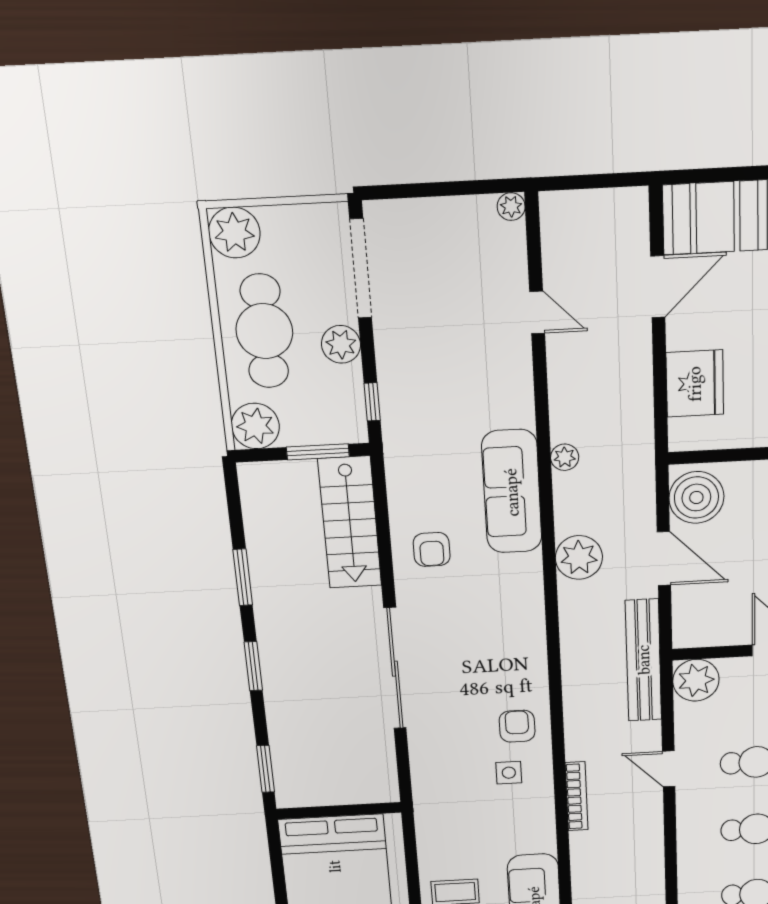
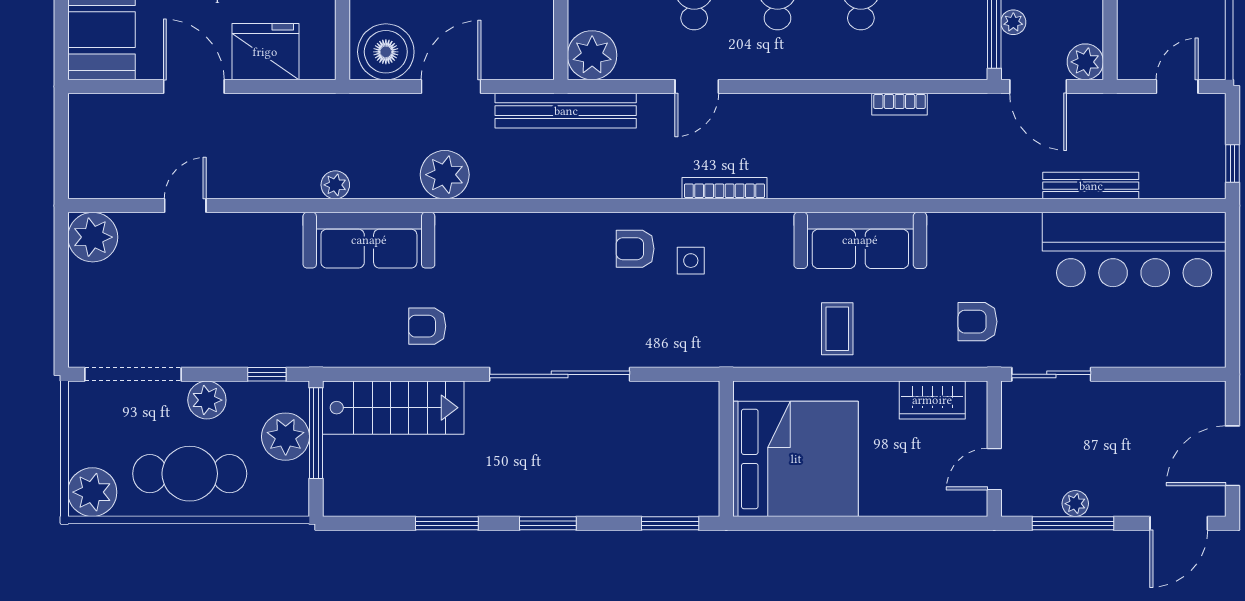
plant: (511, 207) -> (93, 237), width x1.87, depth x1.87
door: (658, 287) -> (194, 86), moved
plant: (255, 426) -> (286, 437), moved
window: (318, 452) -> (316, 433), width x1.44
armchair: (432, 549) -> (427, 326), turned 180

